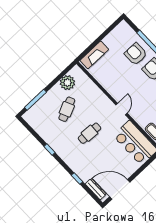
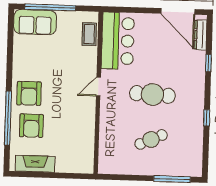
fireplace: (94, 55) -> (35, 164), moved
plant: (67, 83) -> (125, 164), removed
cafe table: (90, 133) -> (152, 94), width x1.37, depth x1.35

